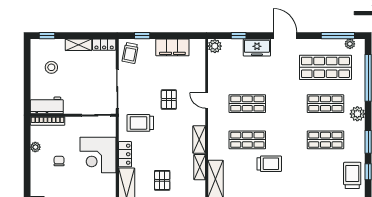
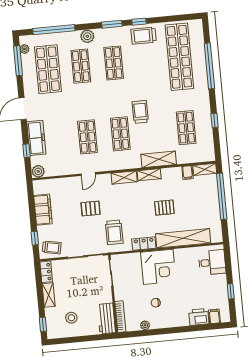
freezer: (257, 47) -> (36, 138), width x1.40
corner desk: (98, 155) -> (158, 267), moved

